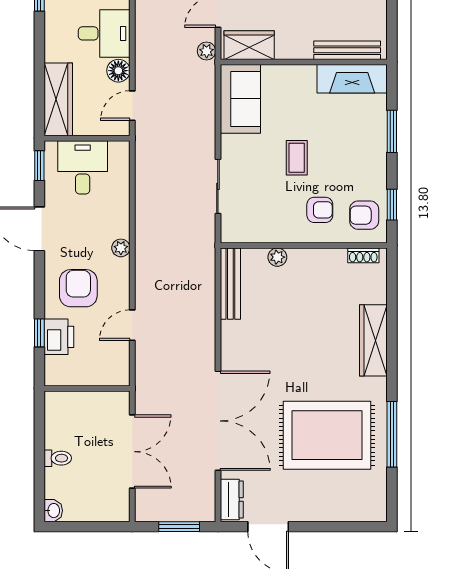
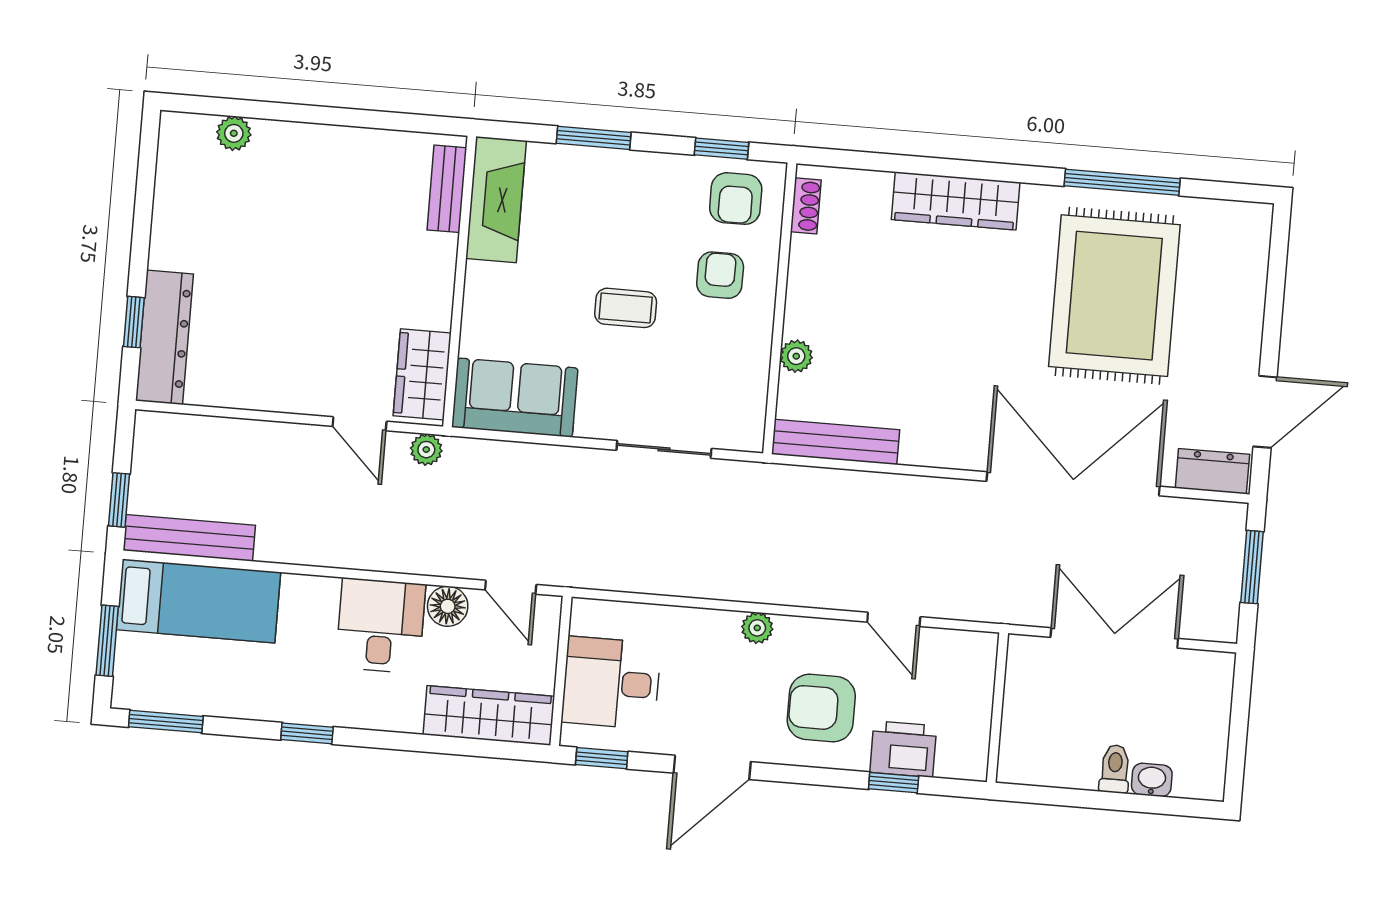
bench: (347, 50) -> (447, 189), width x0.73
washbasin: (53, 511) -> (1152, 780), moved

